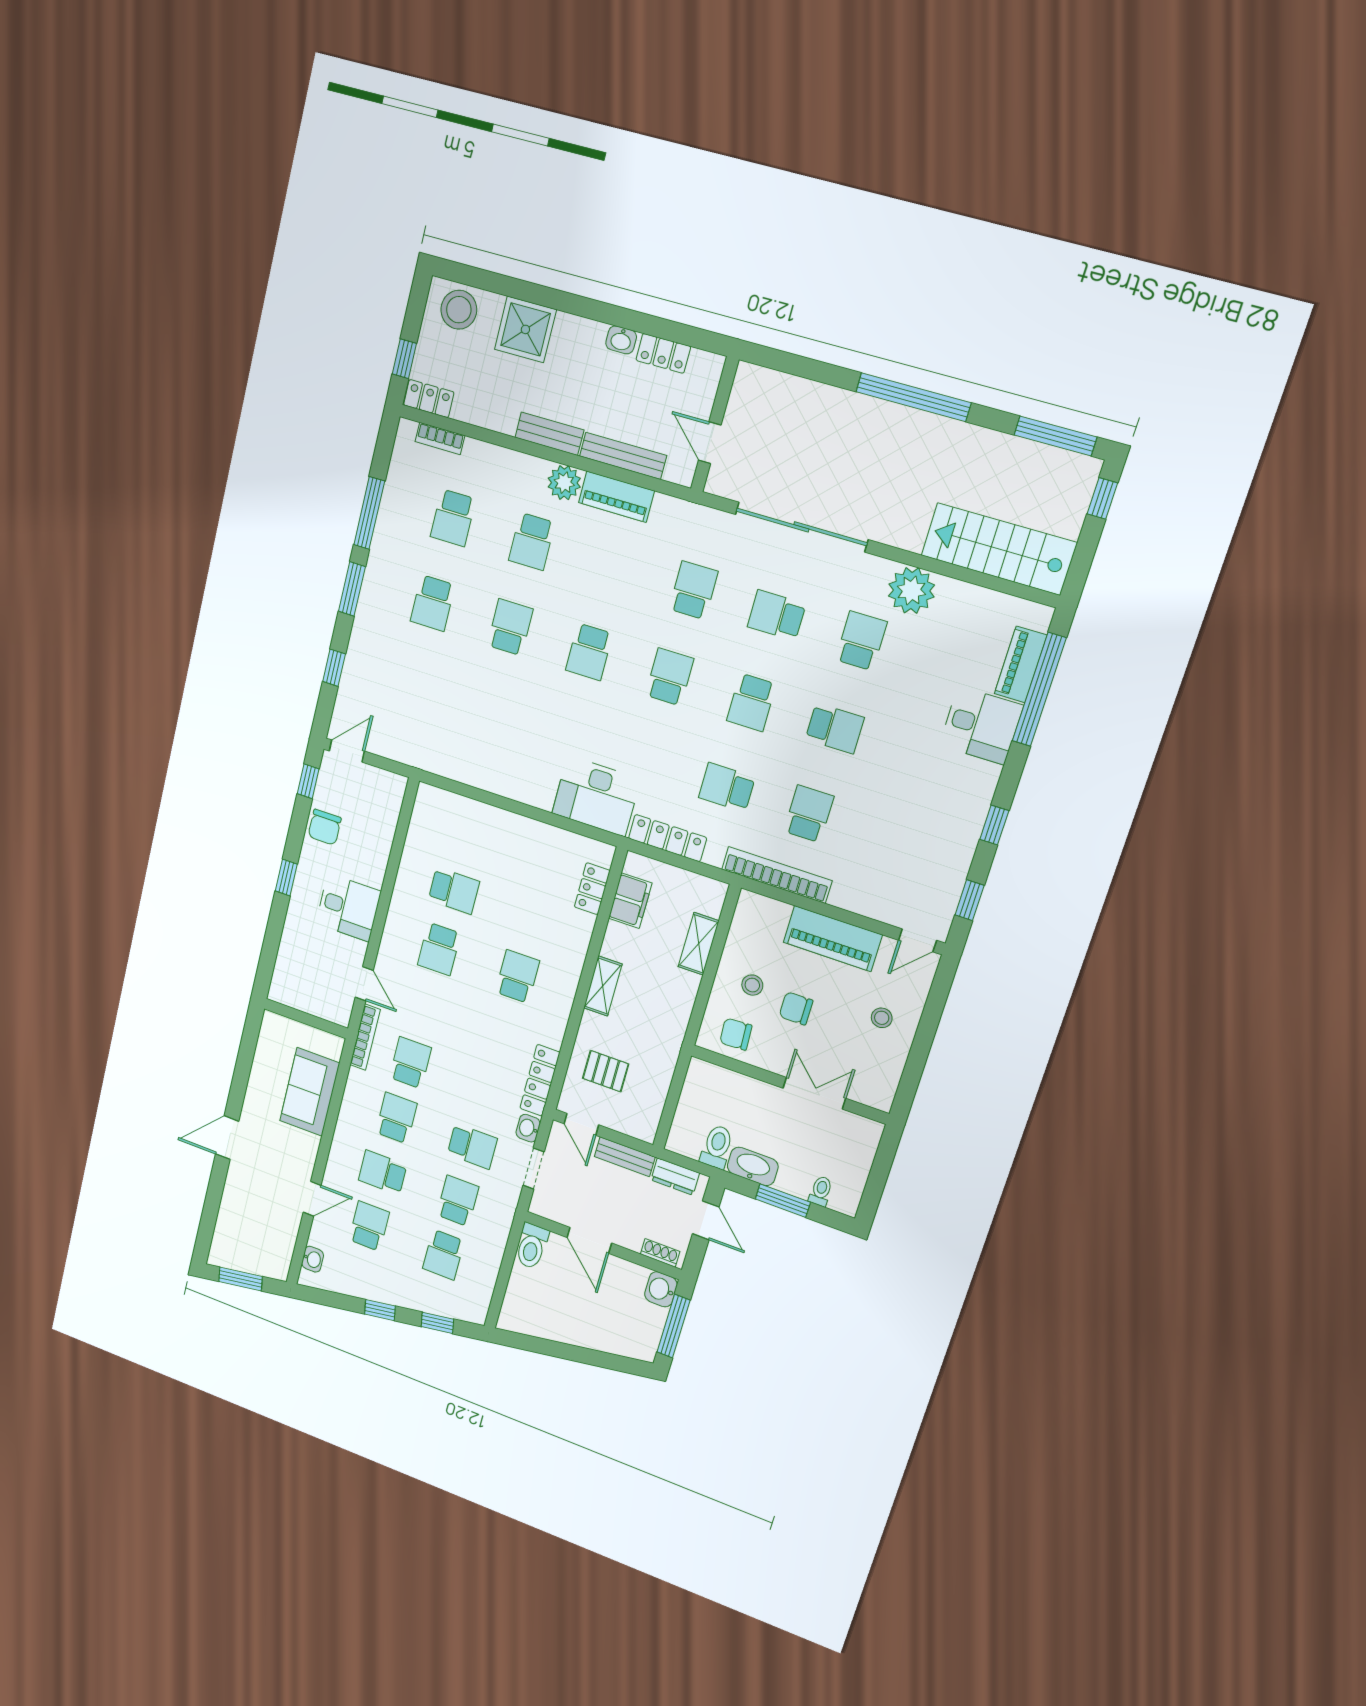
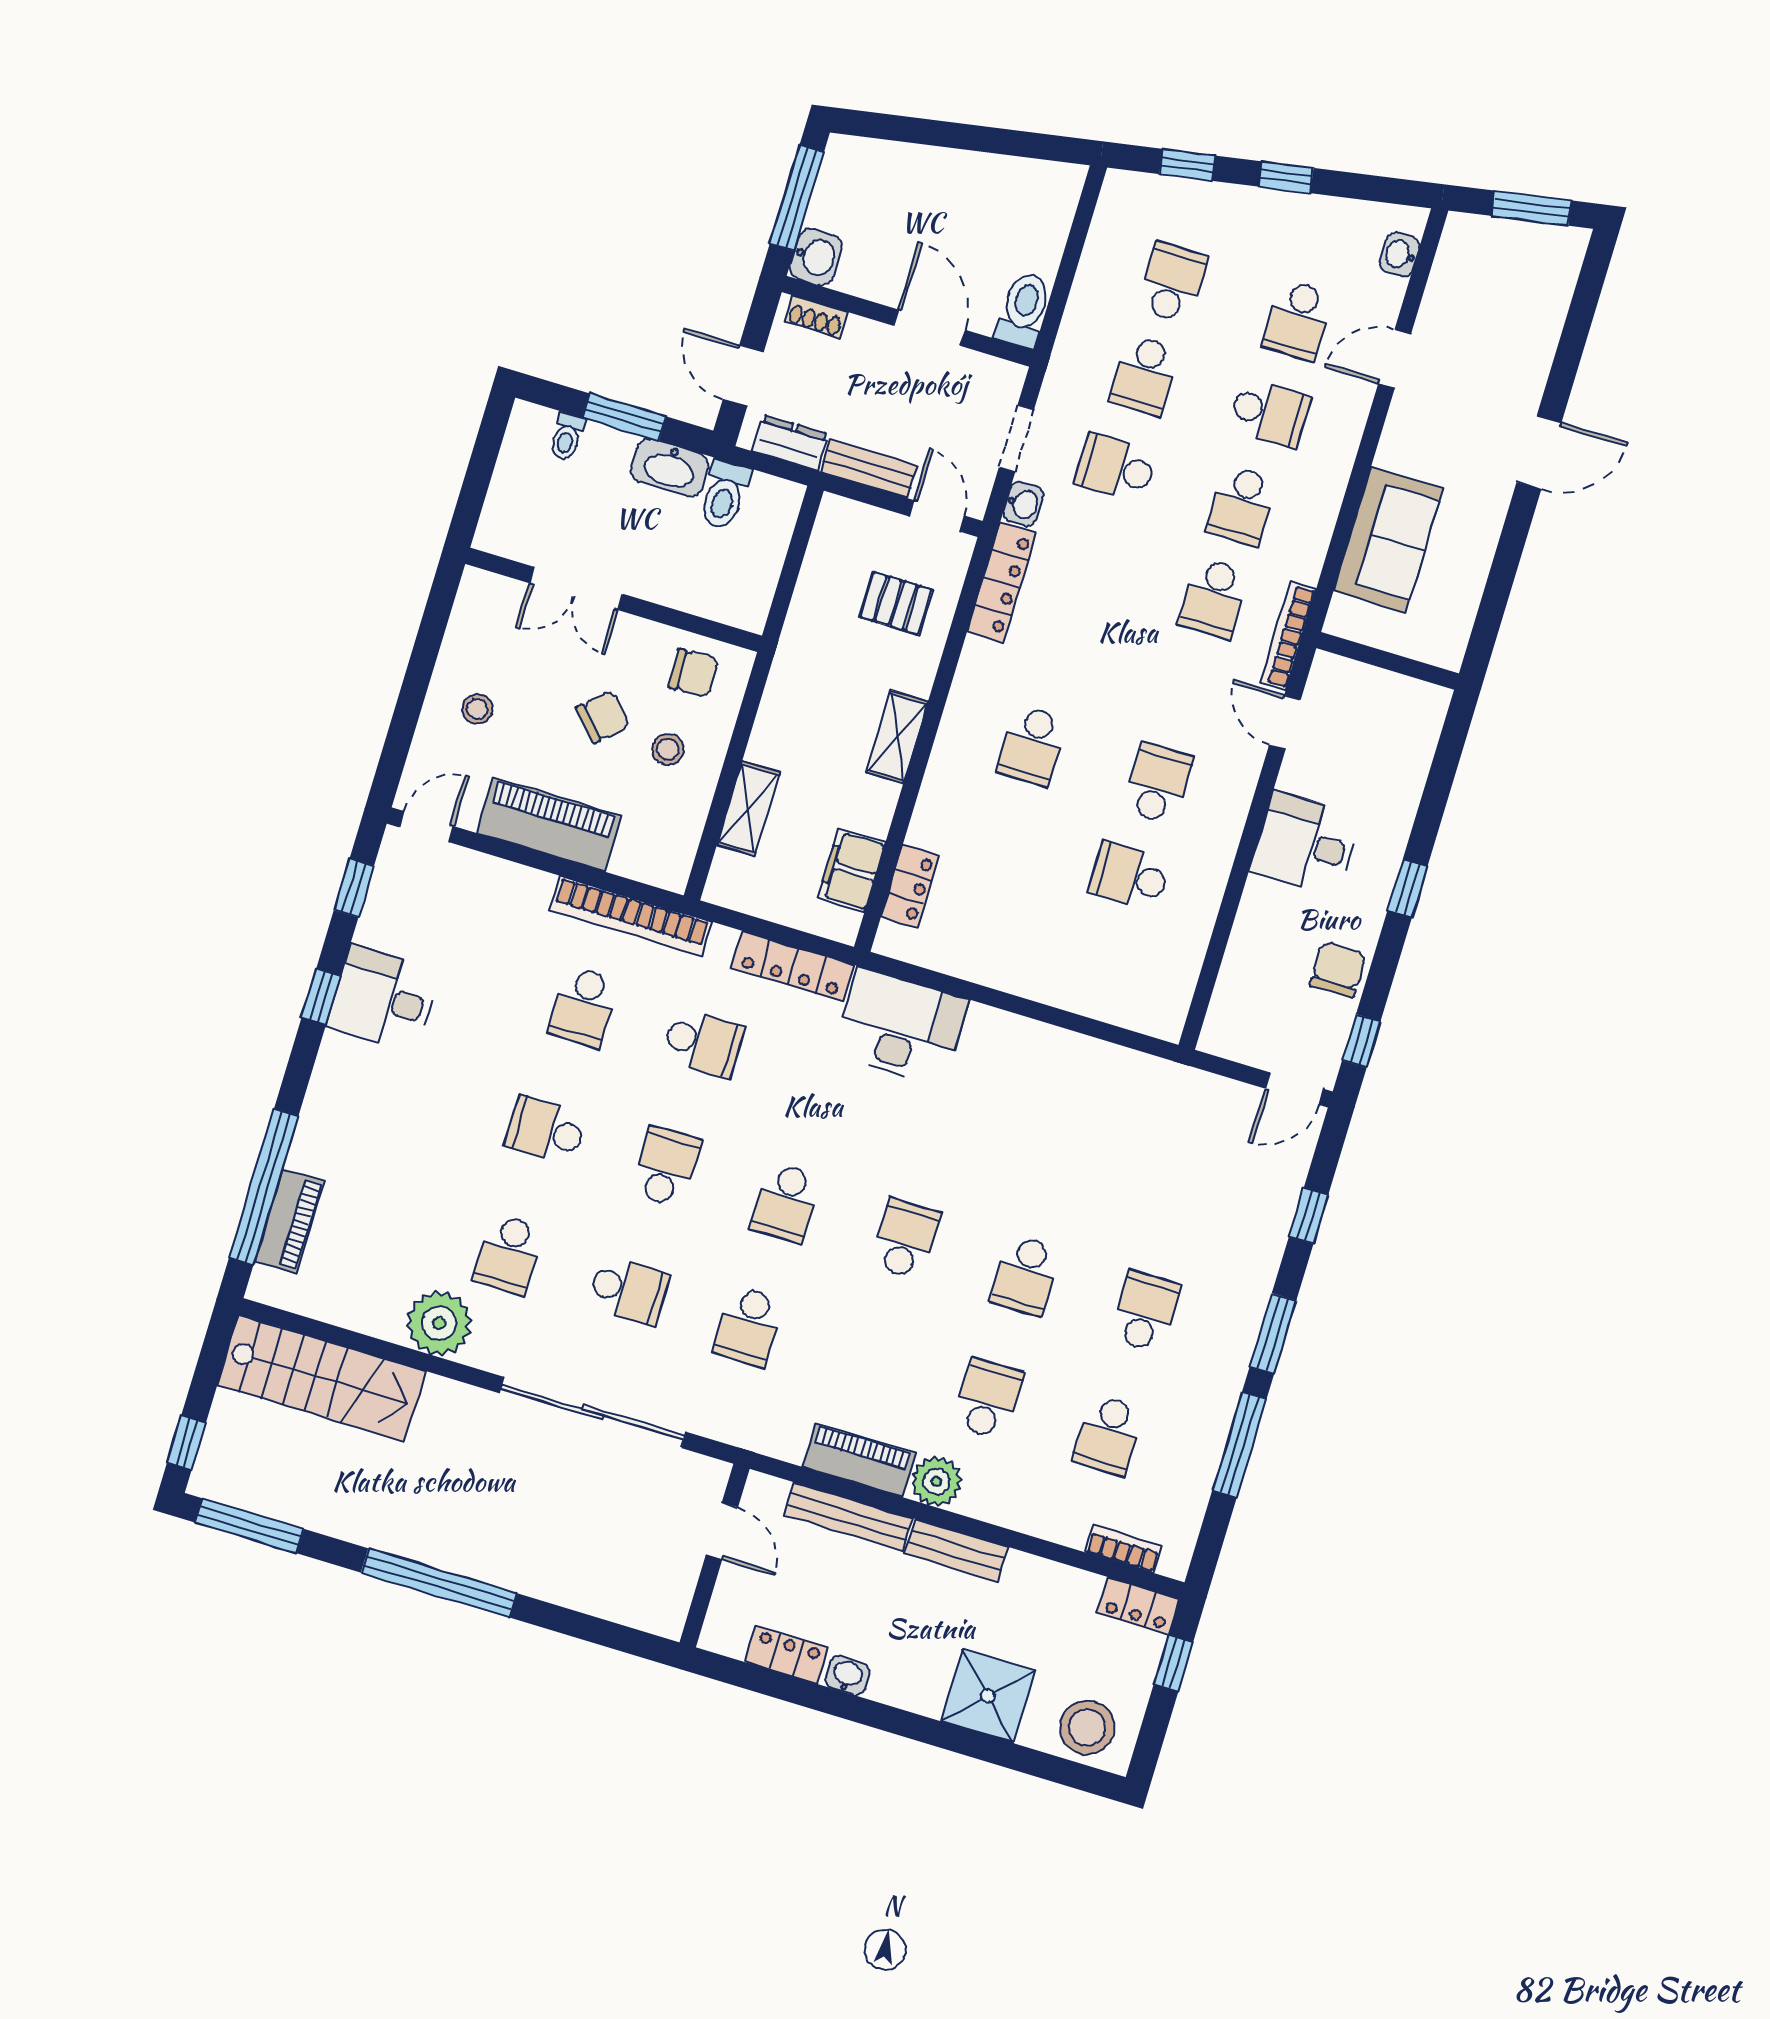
school desk: (453, 518) -> (1108, 1435), turned 180
desk: (981, 725) -> (383, 999), moved
chair: (796, 1008) -> (603, 717), turned -42

